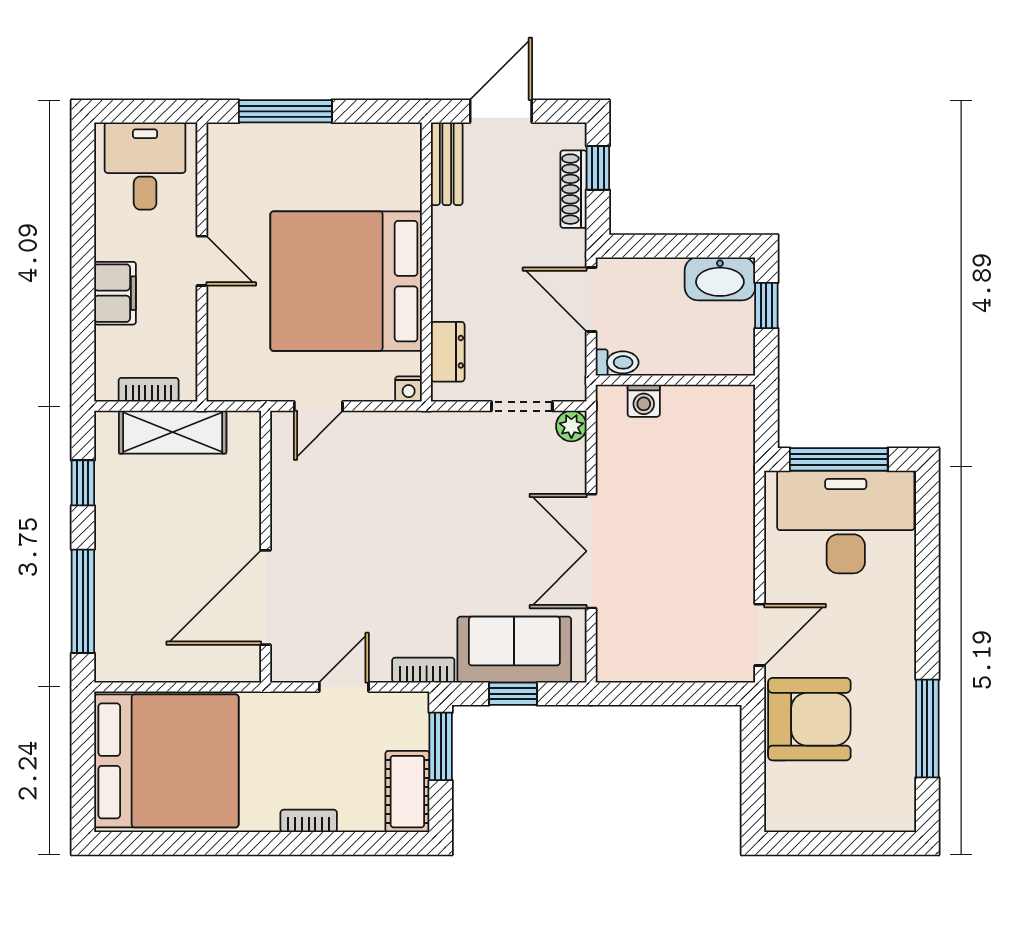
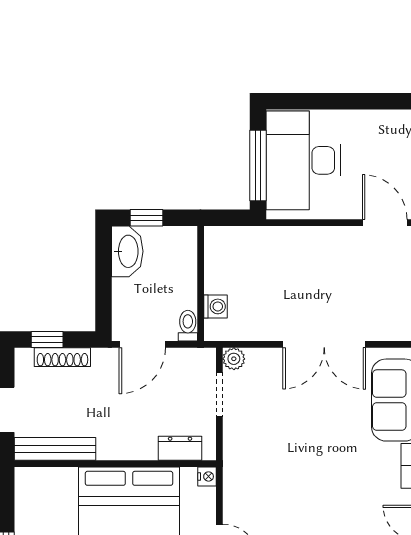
bench: (447, 164) -> (55, 449), width x1.36

